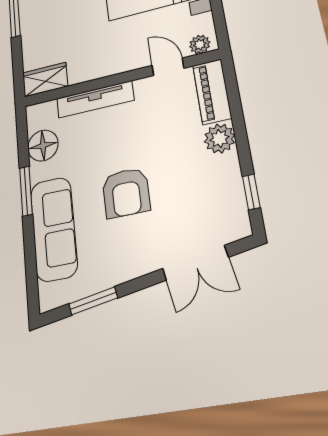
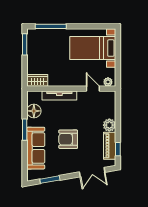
piano: (212, 92) -> (110, 146), moved
armchair: (126, 193) -> (68, 139), turned 90

